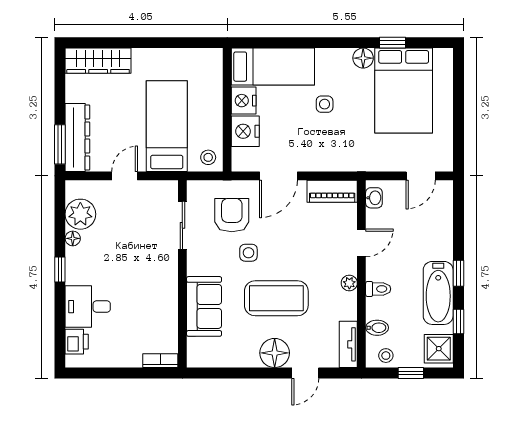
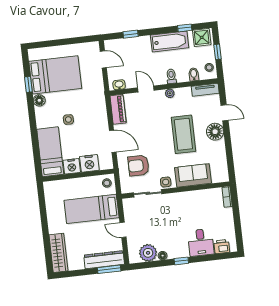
side table: (248, 253) -> (166, 182), moved
window: (458, 273) -> (131, 34), moved

